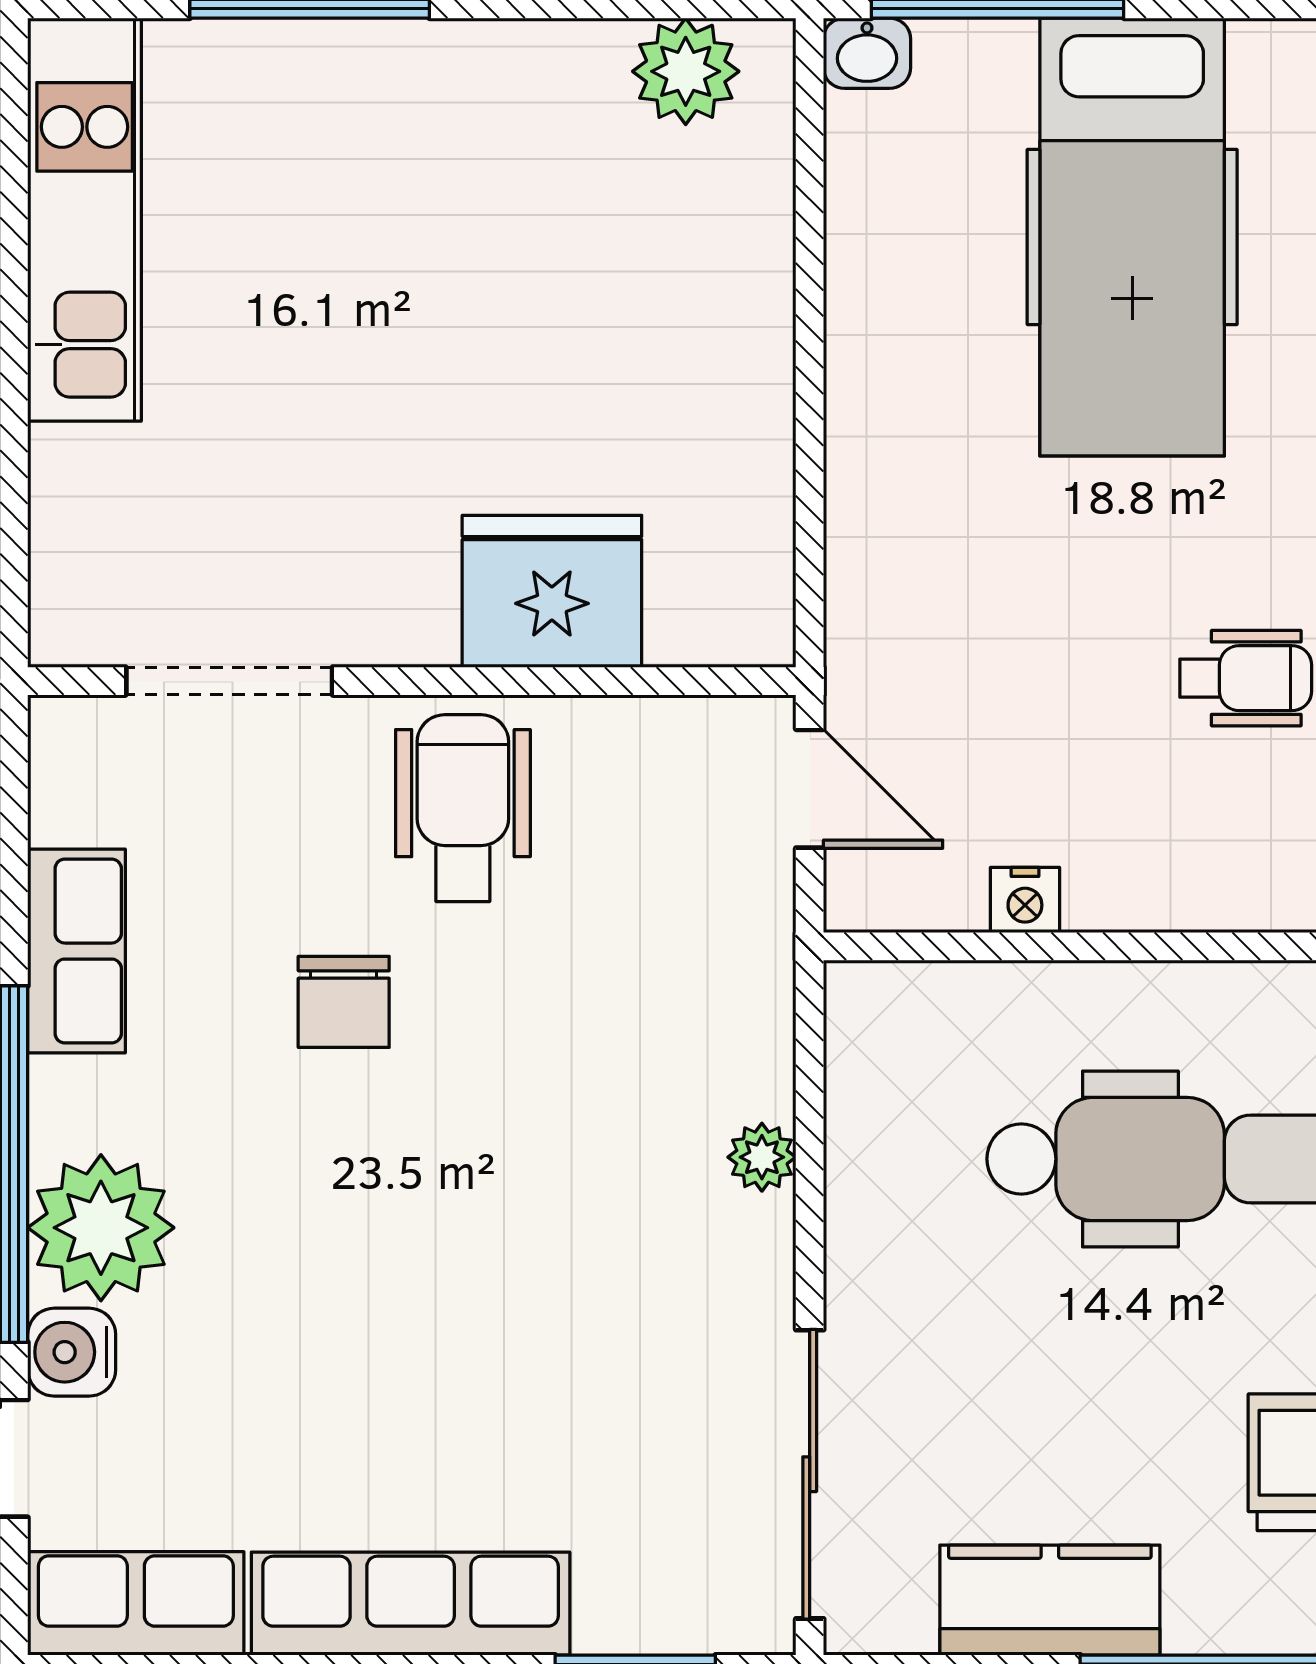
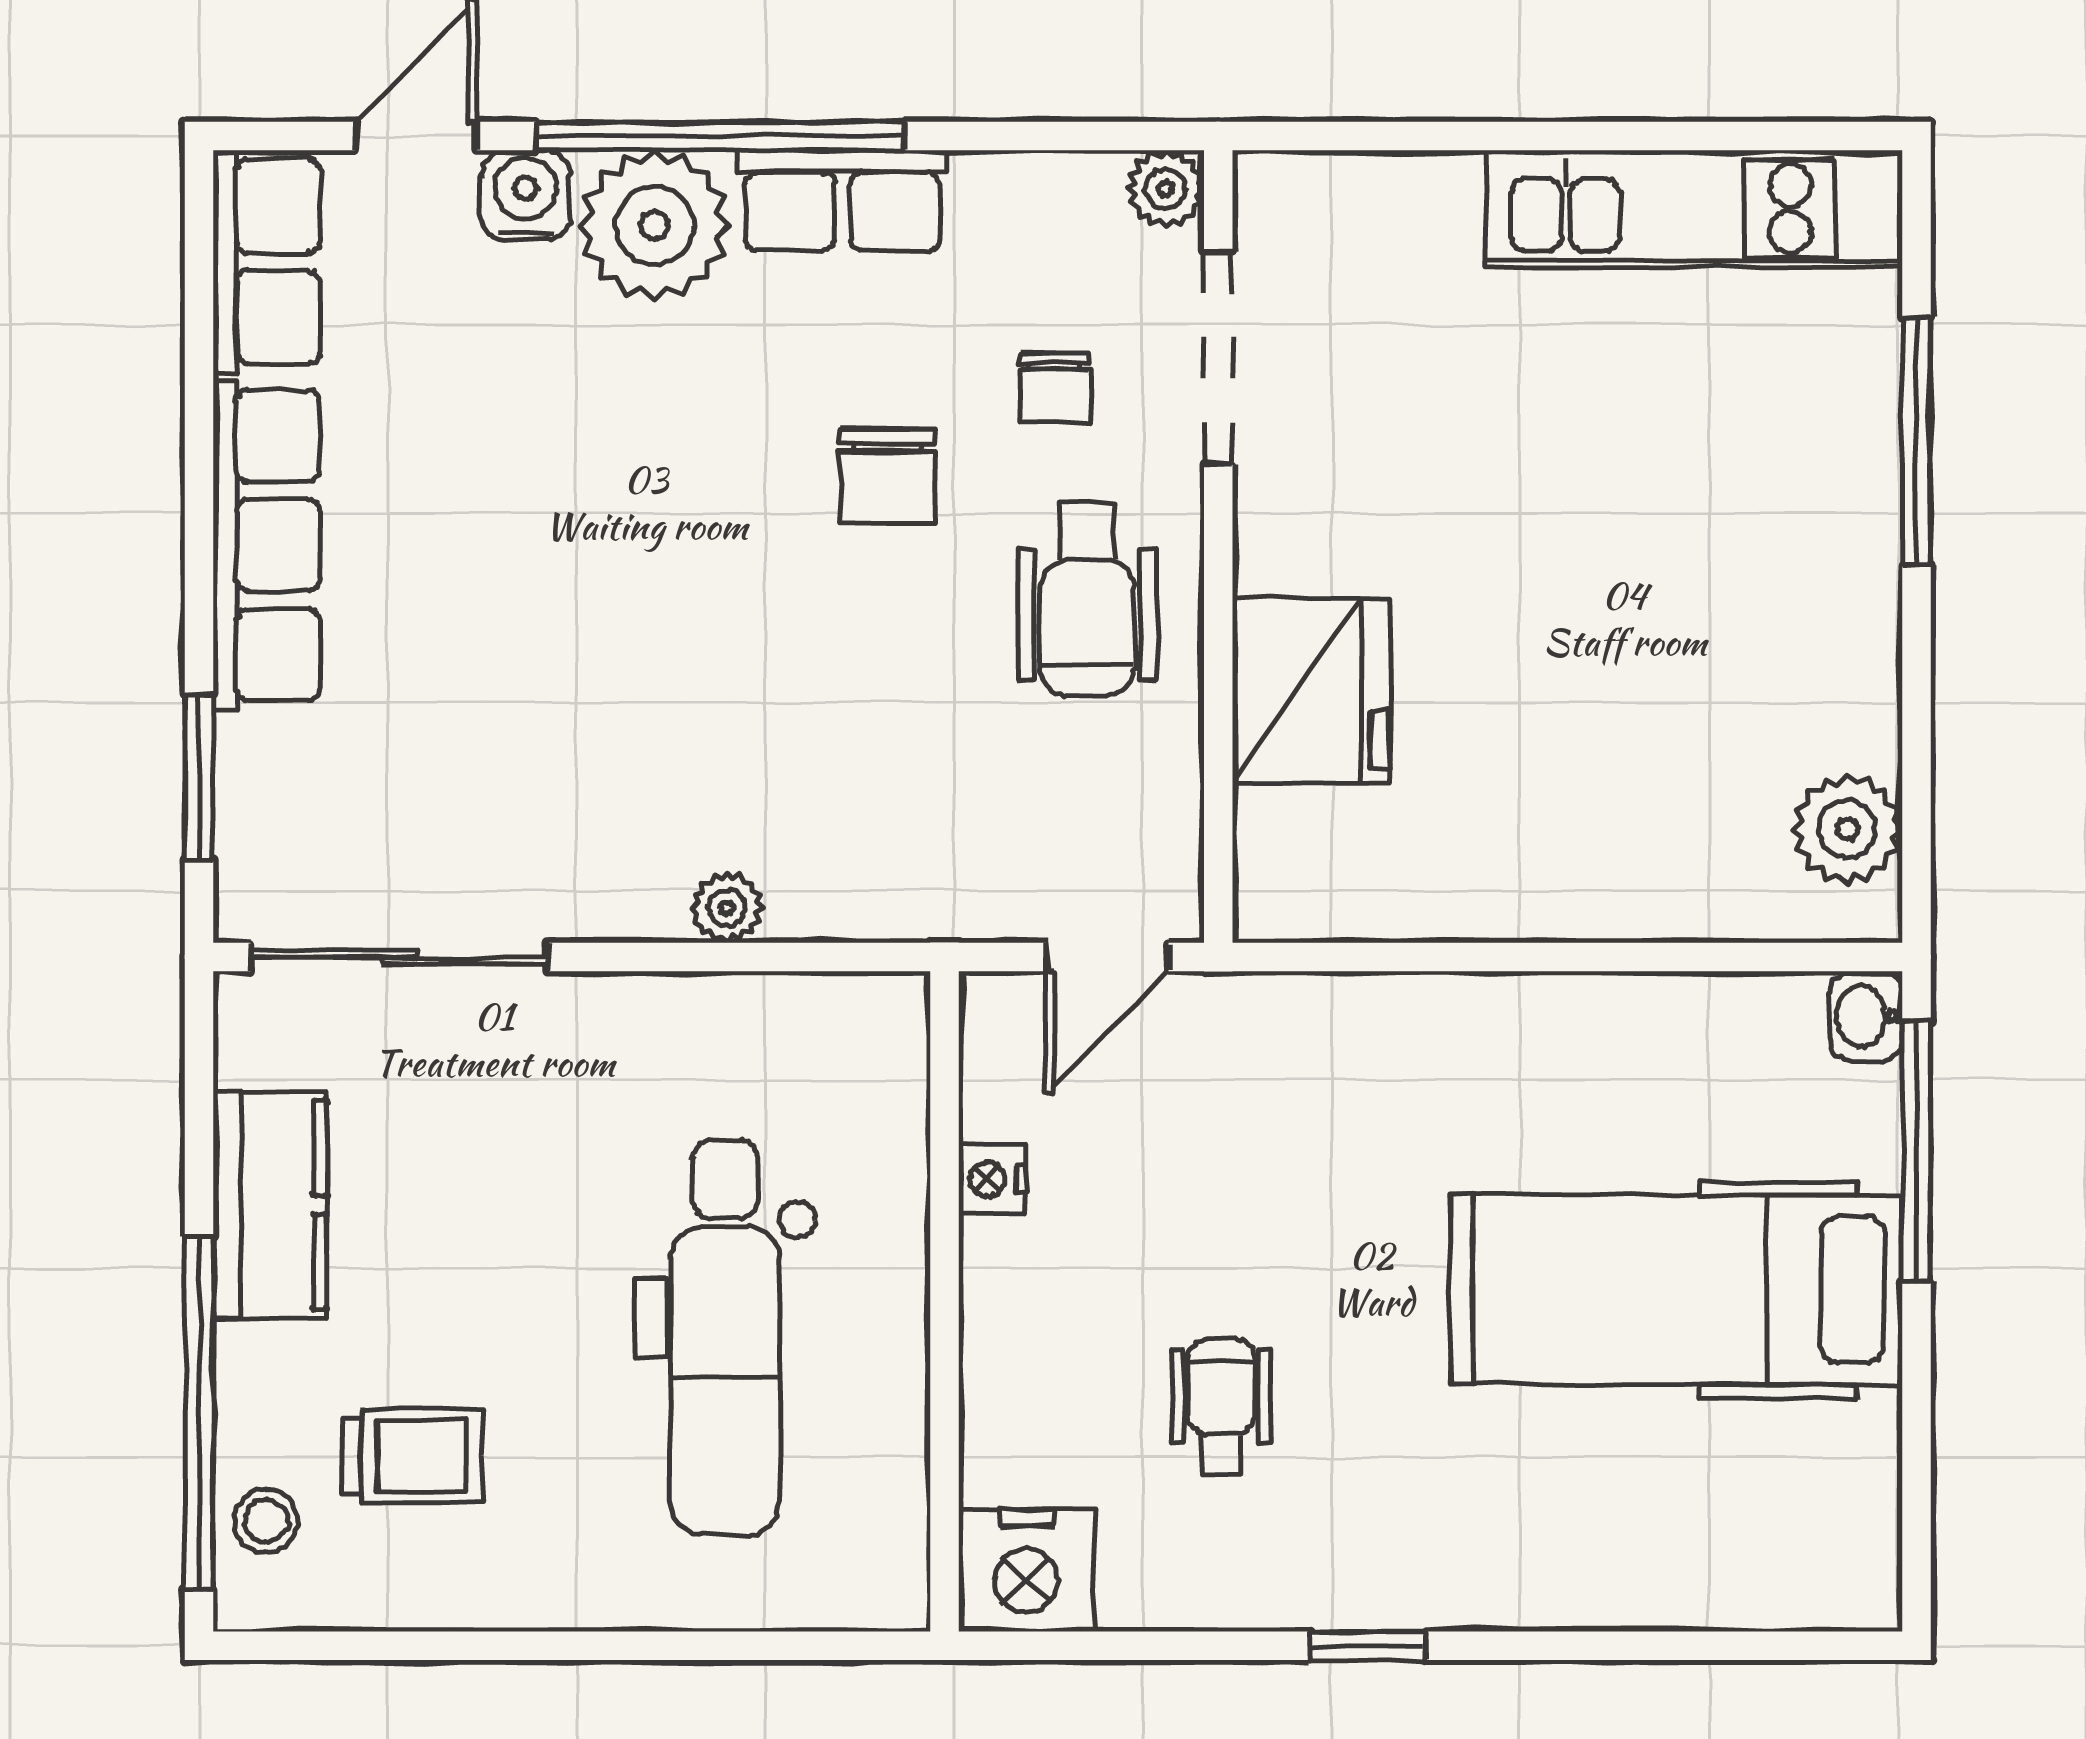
wheelchair: (1246, 678) -> (1221, 1407), turned 180
plant: (65, 732) -> (1165, 189), added
wheelchair: (463, 808) -> (1087, 599), turned 90
chair: (258, 840) -> (1055, 387), added
row of seats: (77, 951) -> (842, 200), moved
chair: (344, 1002) -> (887, 476), turned -90

